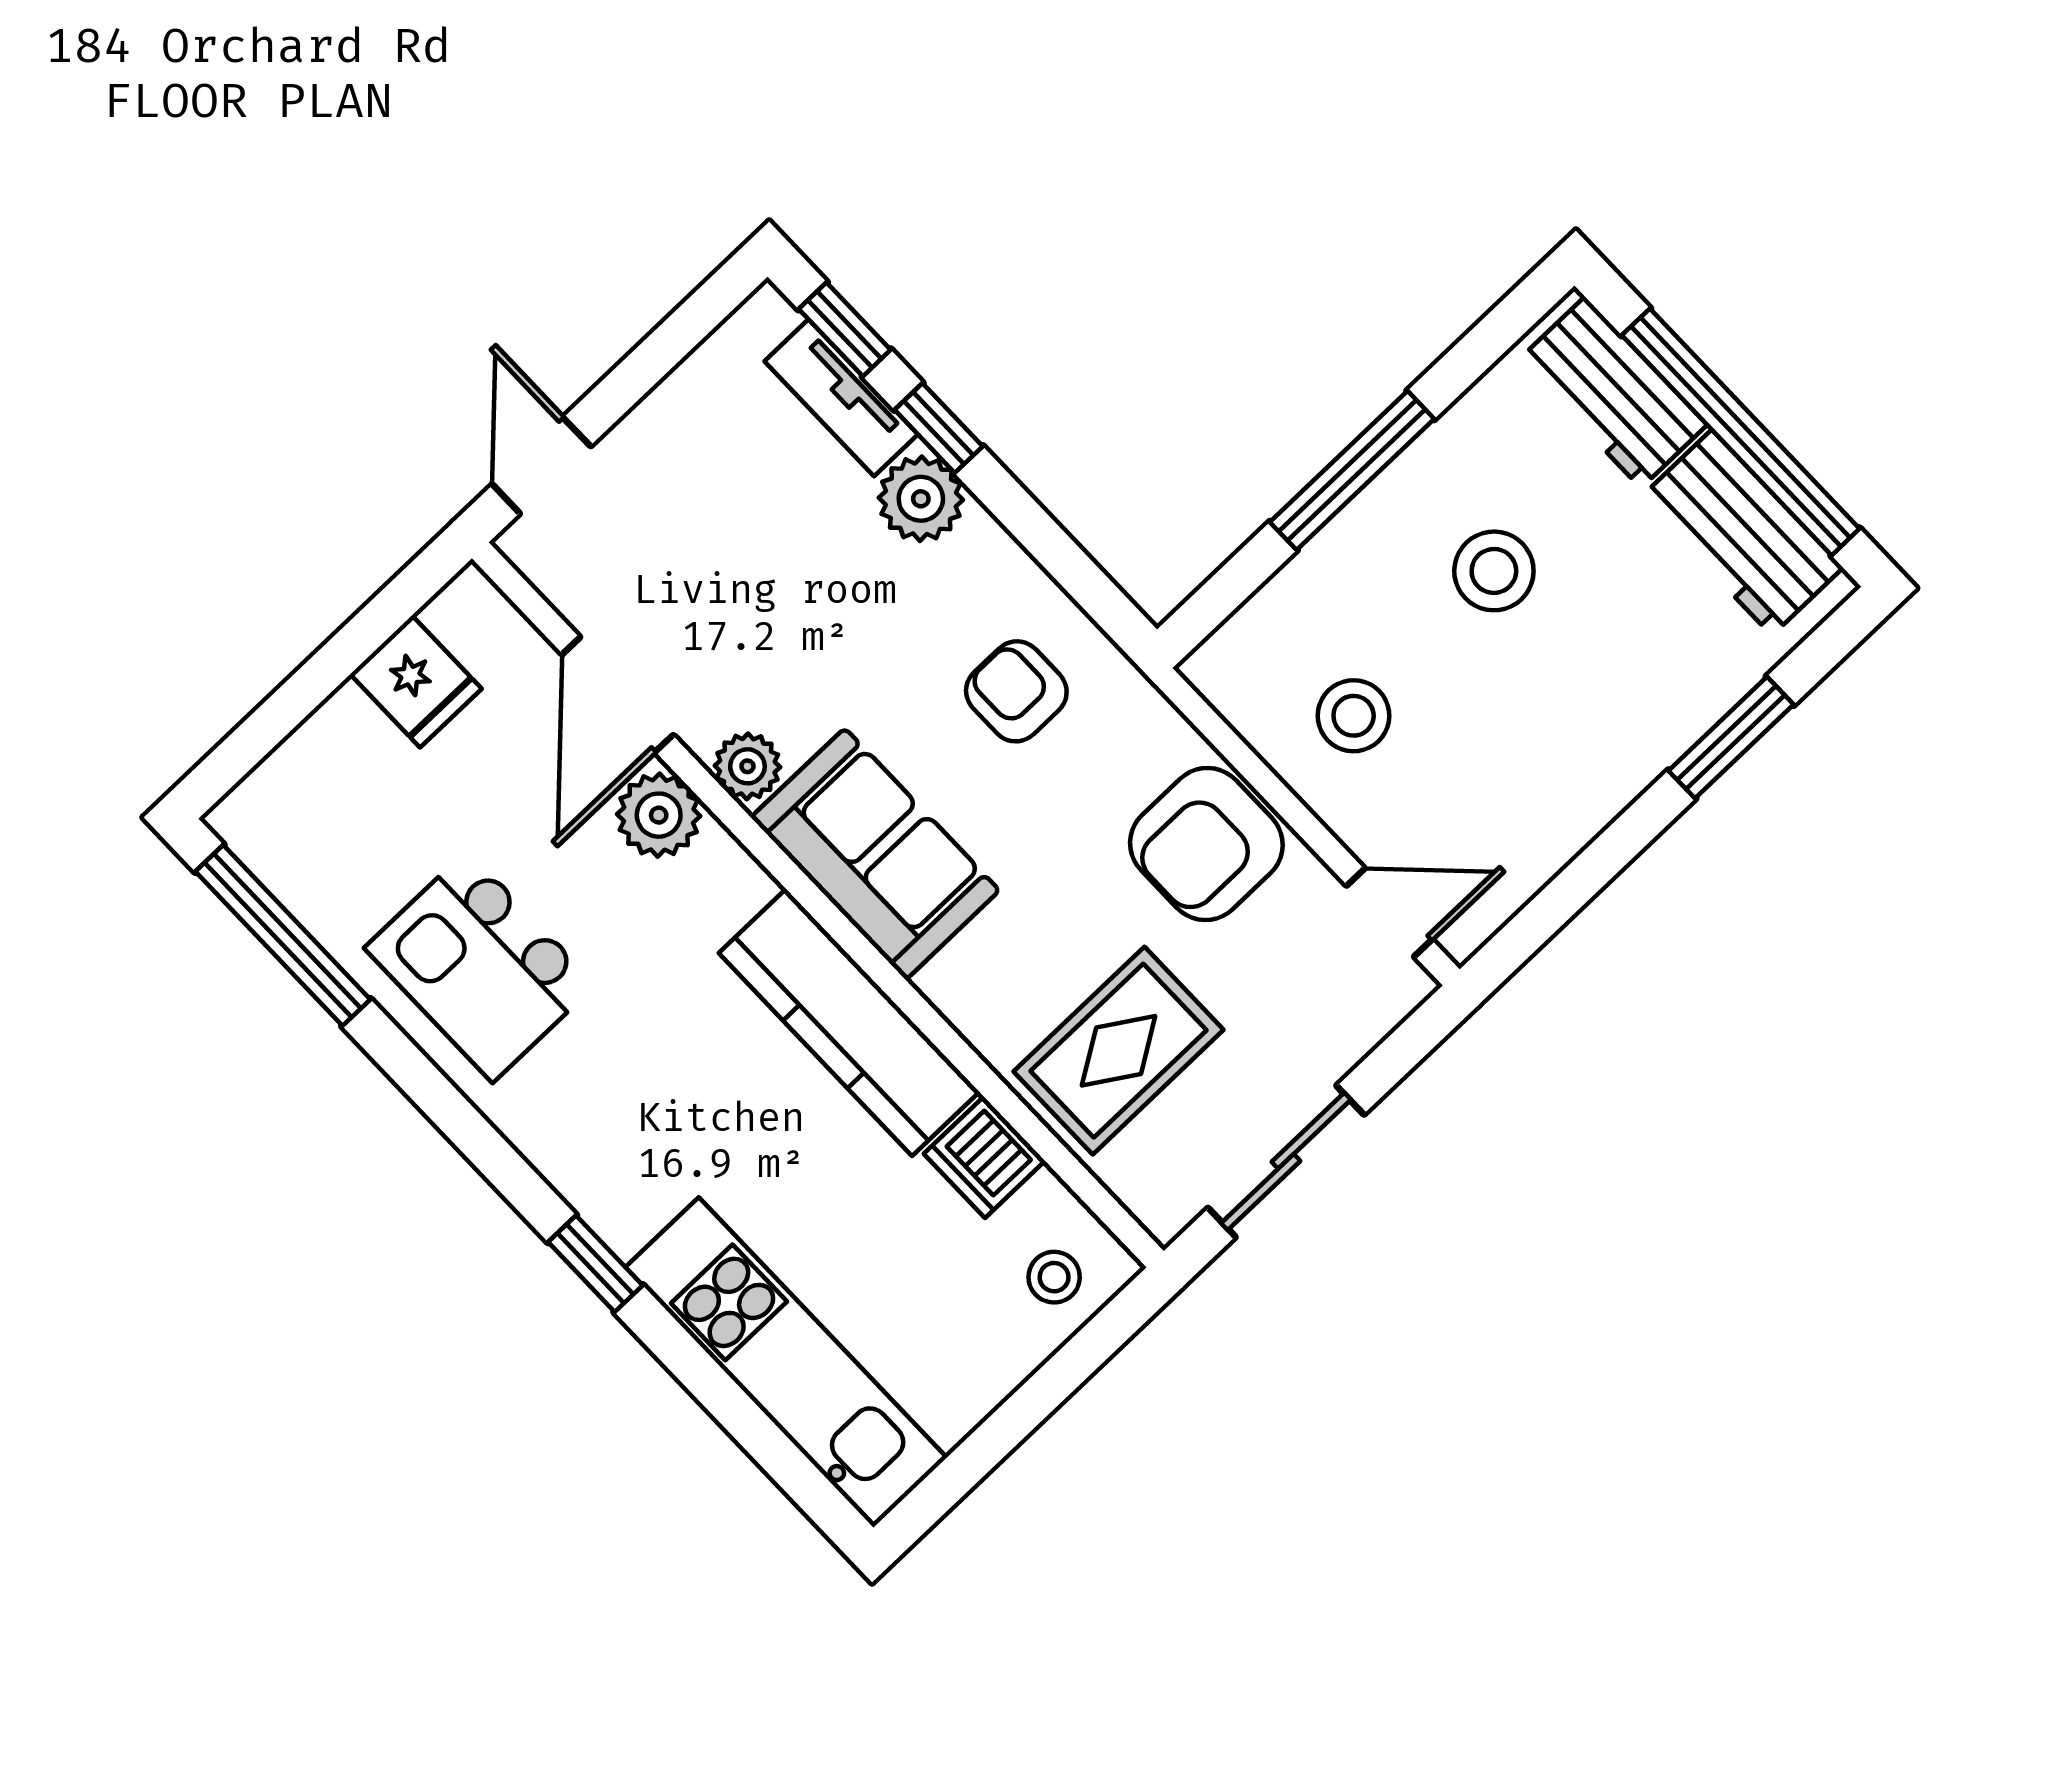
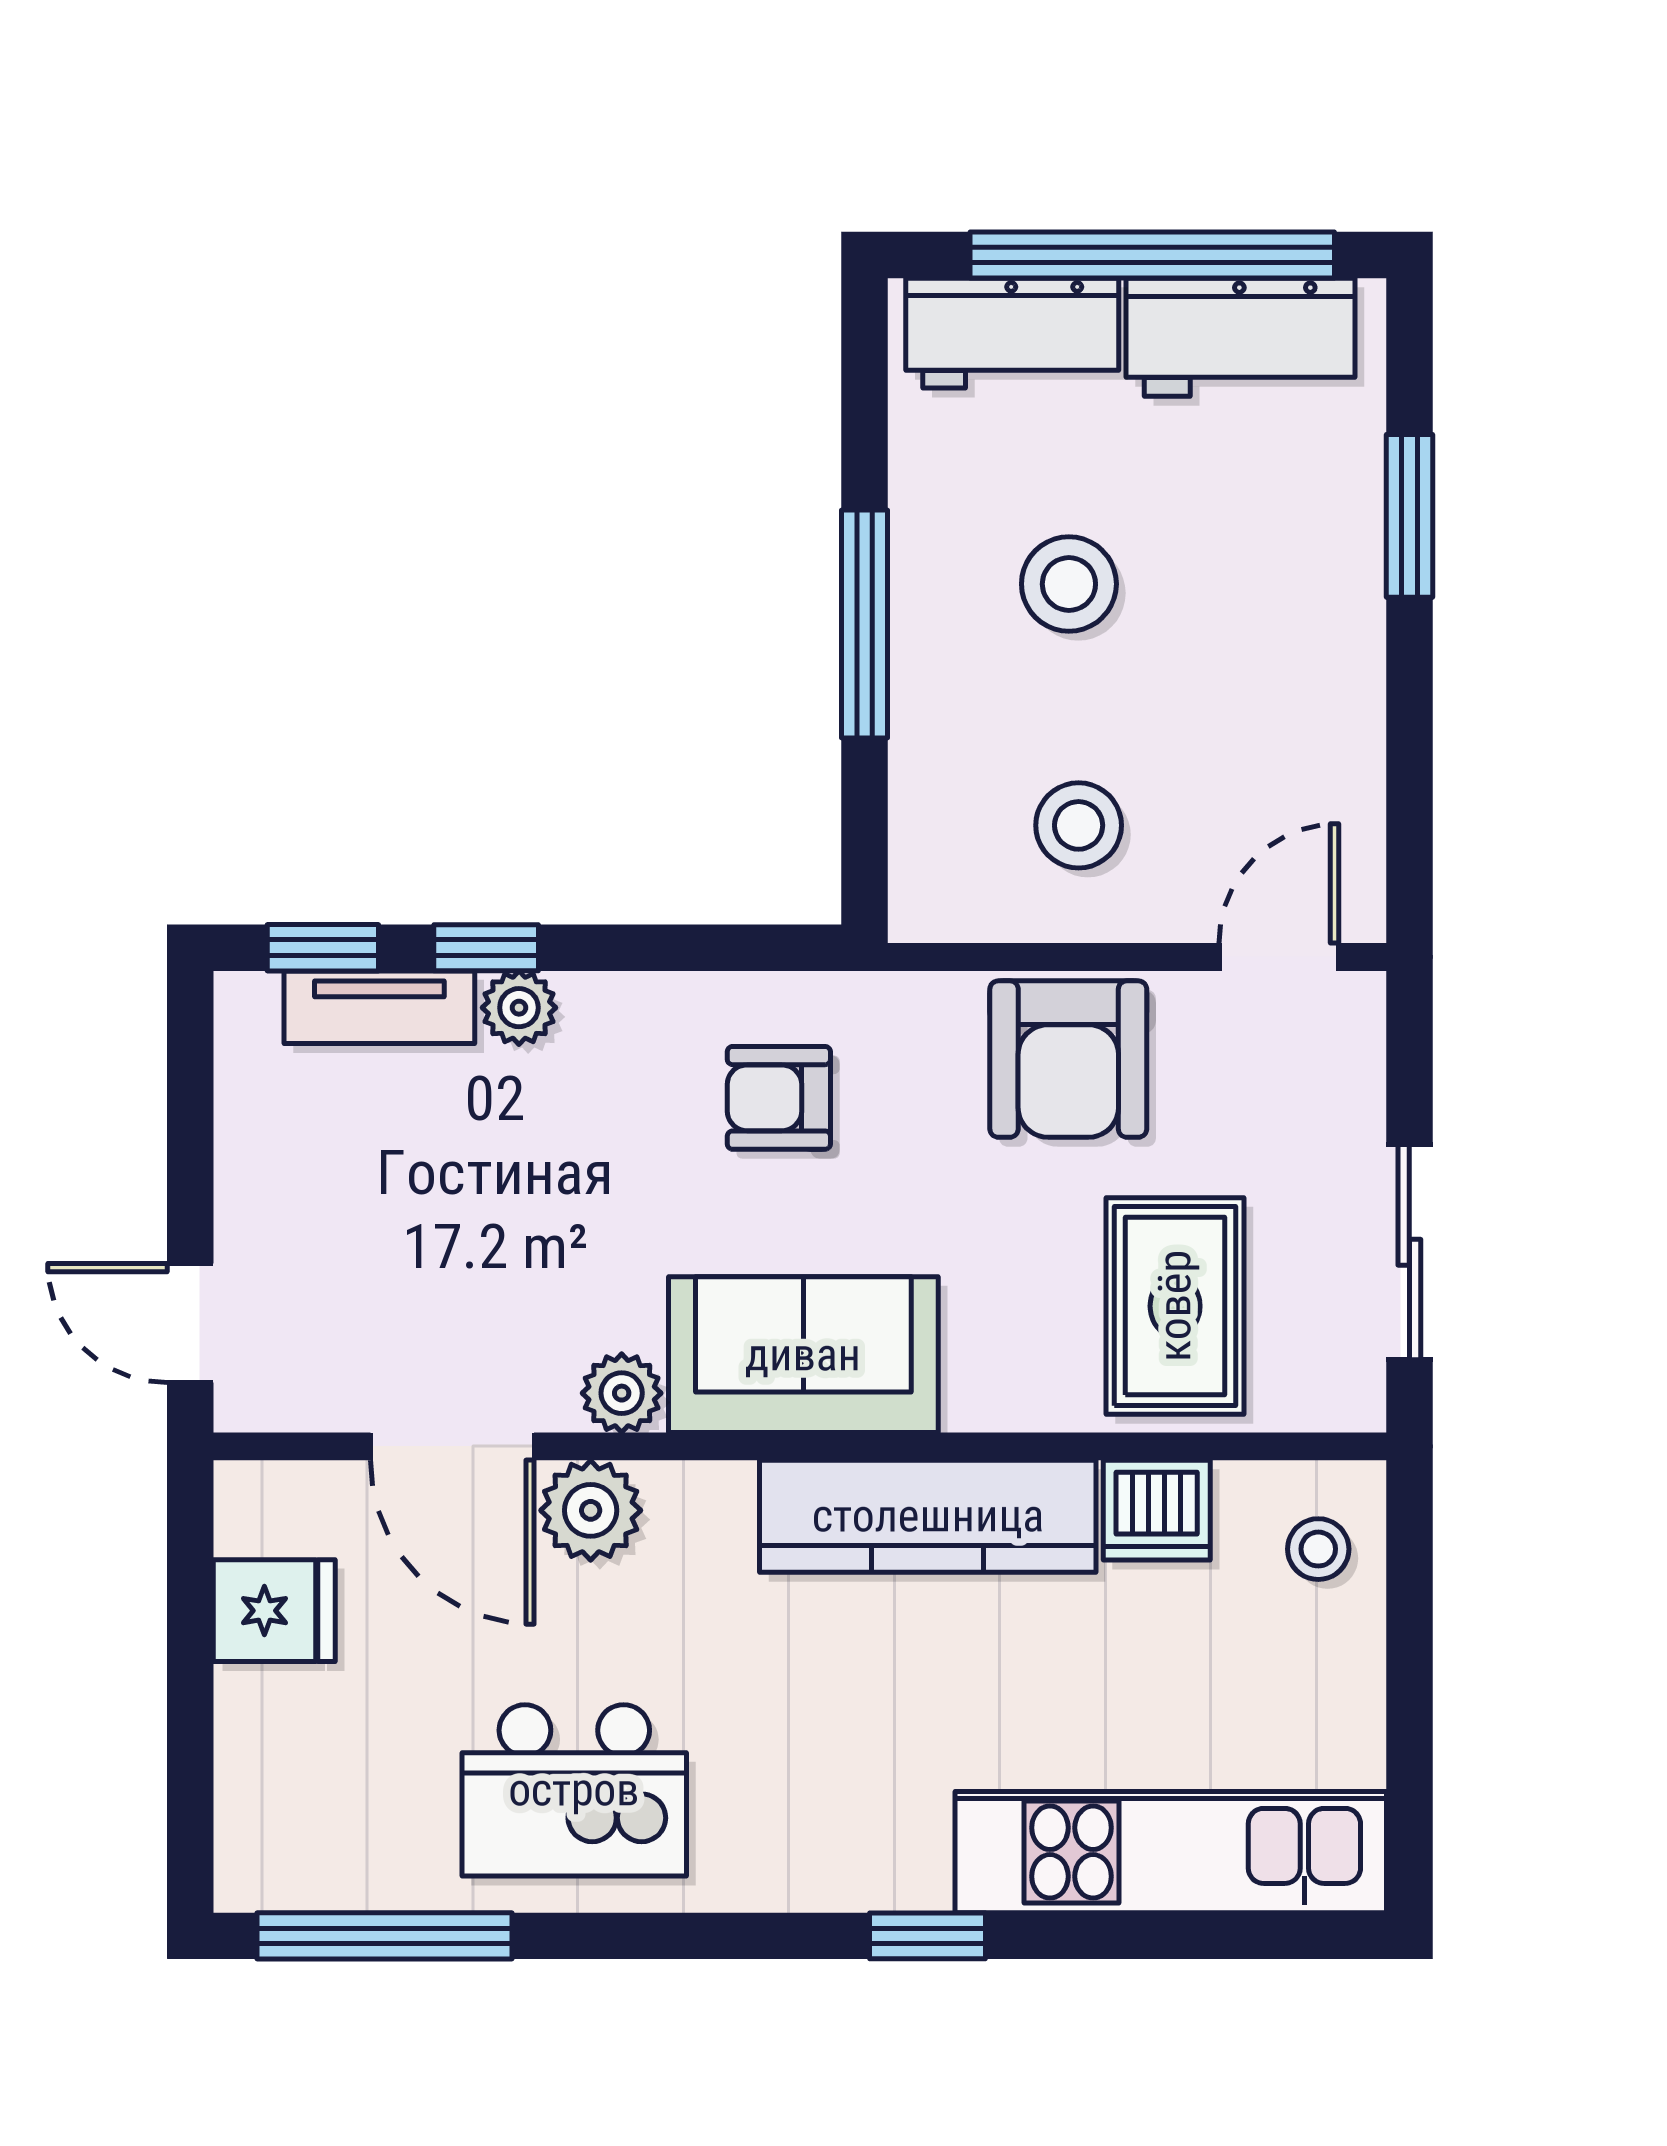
plant: (921, 499) -> (519, 1008), width x0.73, depth x0.73

